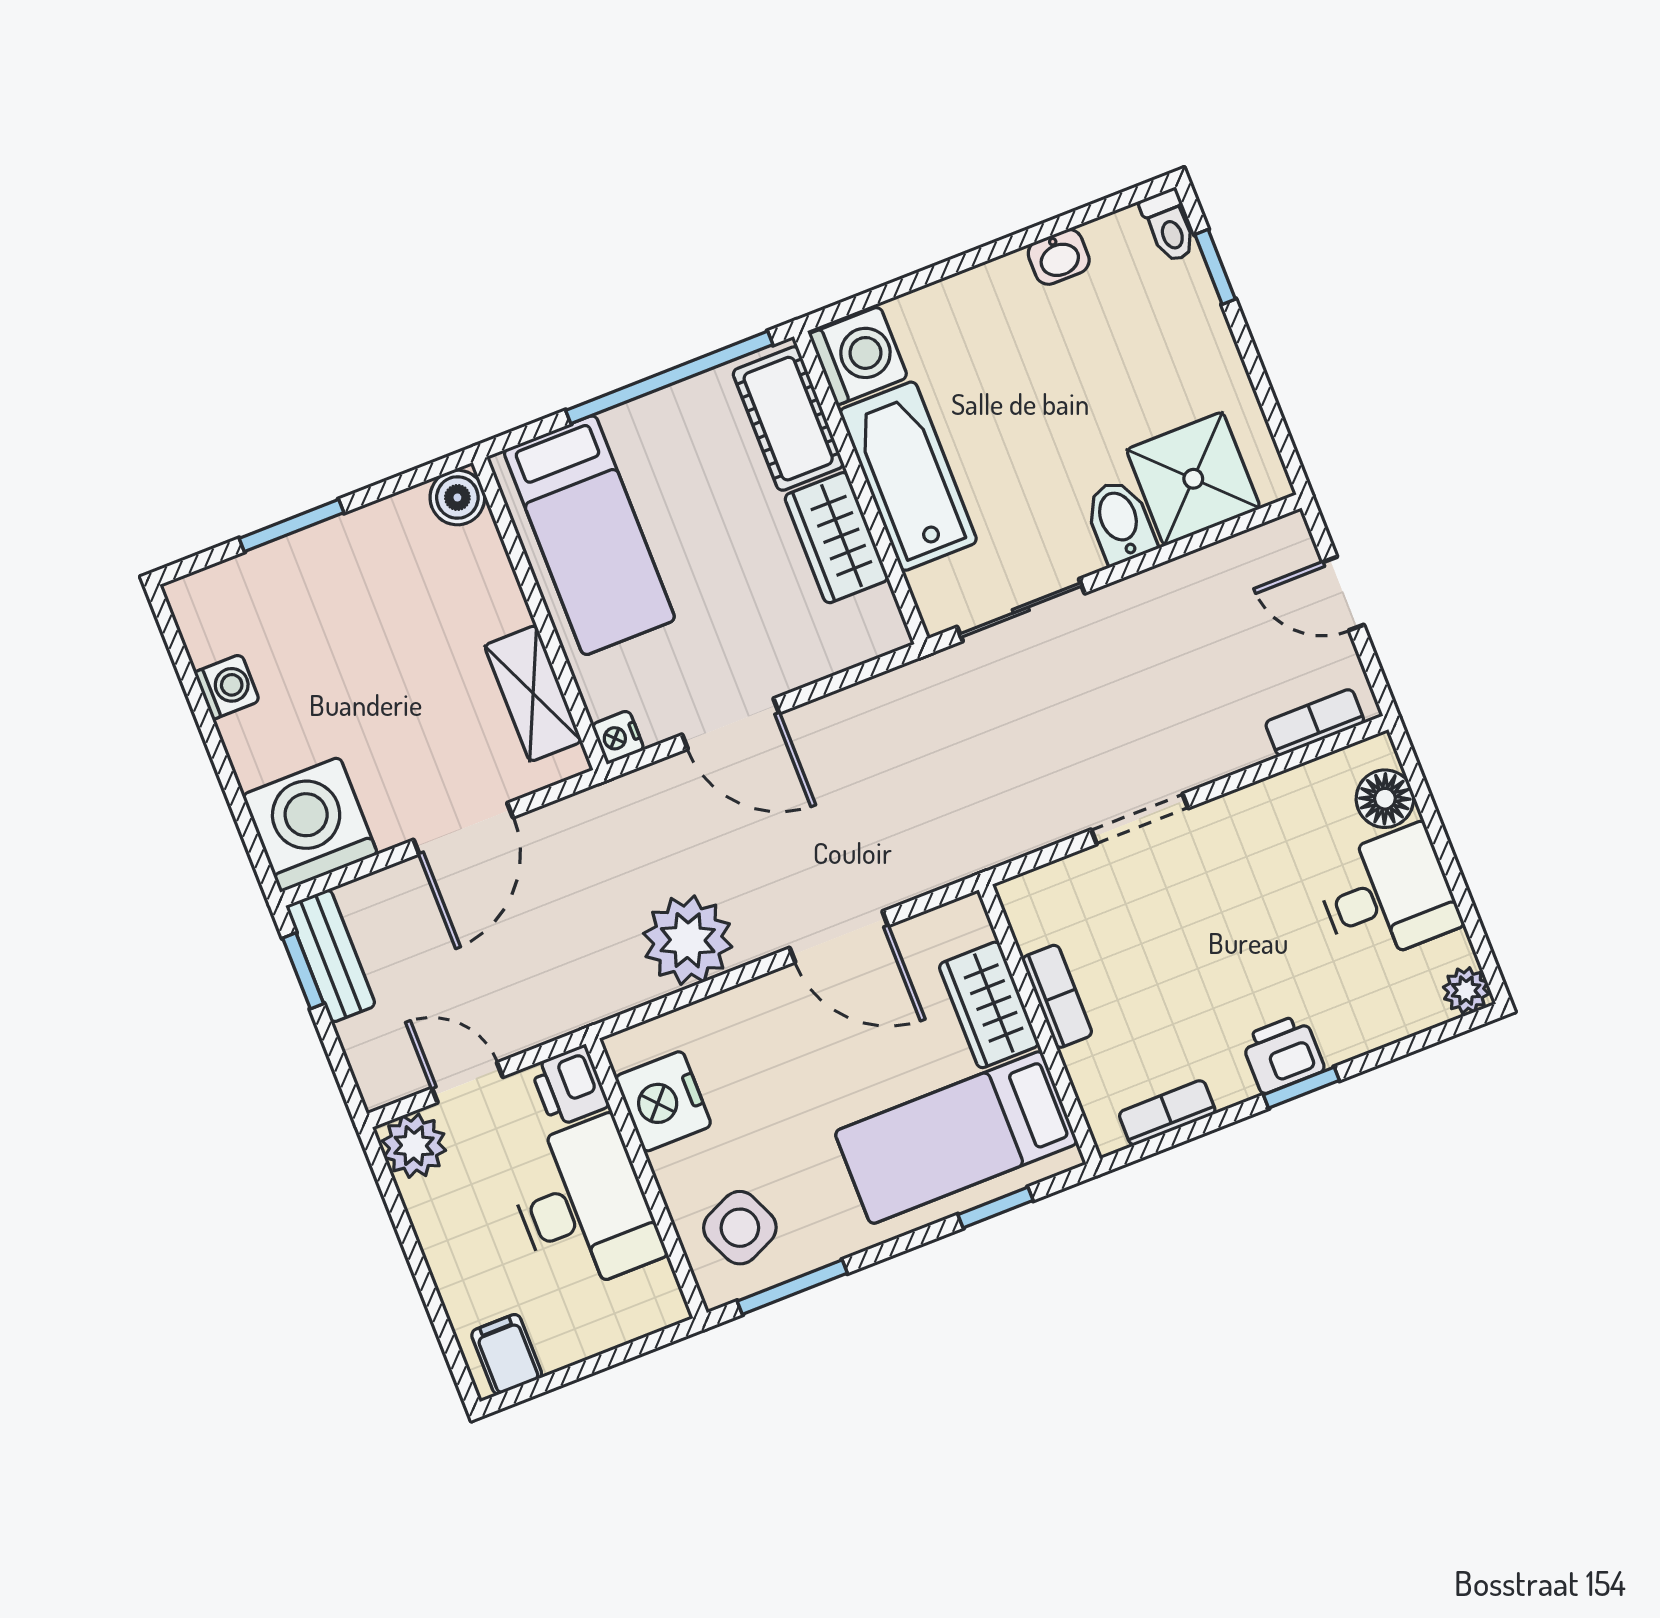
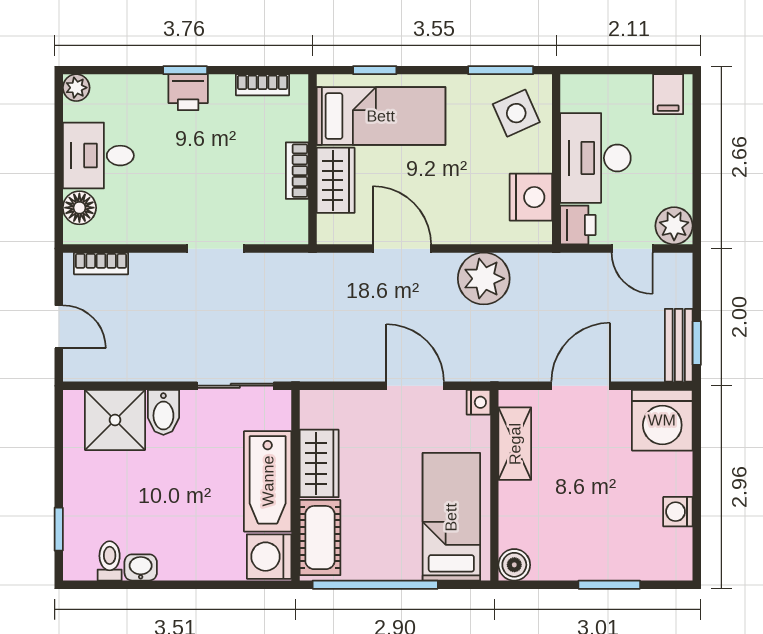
toilet: (1169, 226) -> (110, 561), moved

